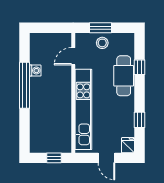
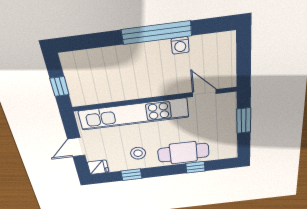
stool: (102, 43) -> (138, 153), moved

